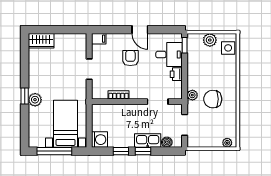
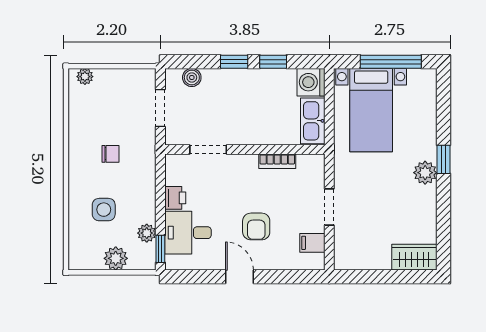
filing cabinet: (99, 39) -> (312, 243), moved
side table: (228, 48) -> (104, 210), moved
plant: (192, 95) -> (147, 233), moved
chair: (213, 99) -> (111, 154), width x0.54, depth x0.54
plant: (35, 100) -> (425, 173), moved
kitchen sink: (148, 141) -> (313, 121), moved, turned 90

